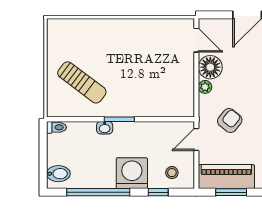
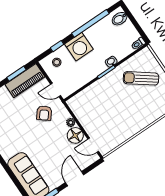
door: (196, 140) -> (56, 90), swing flipped

